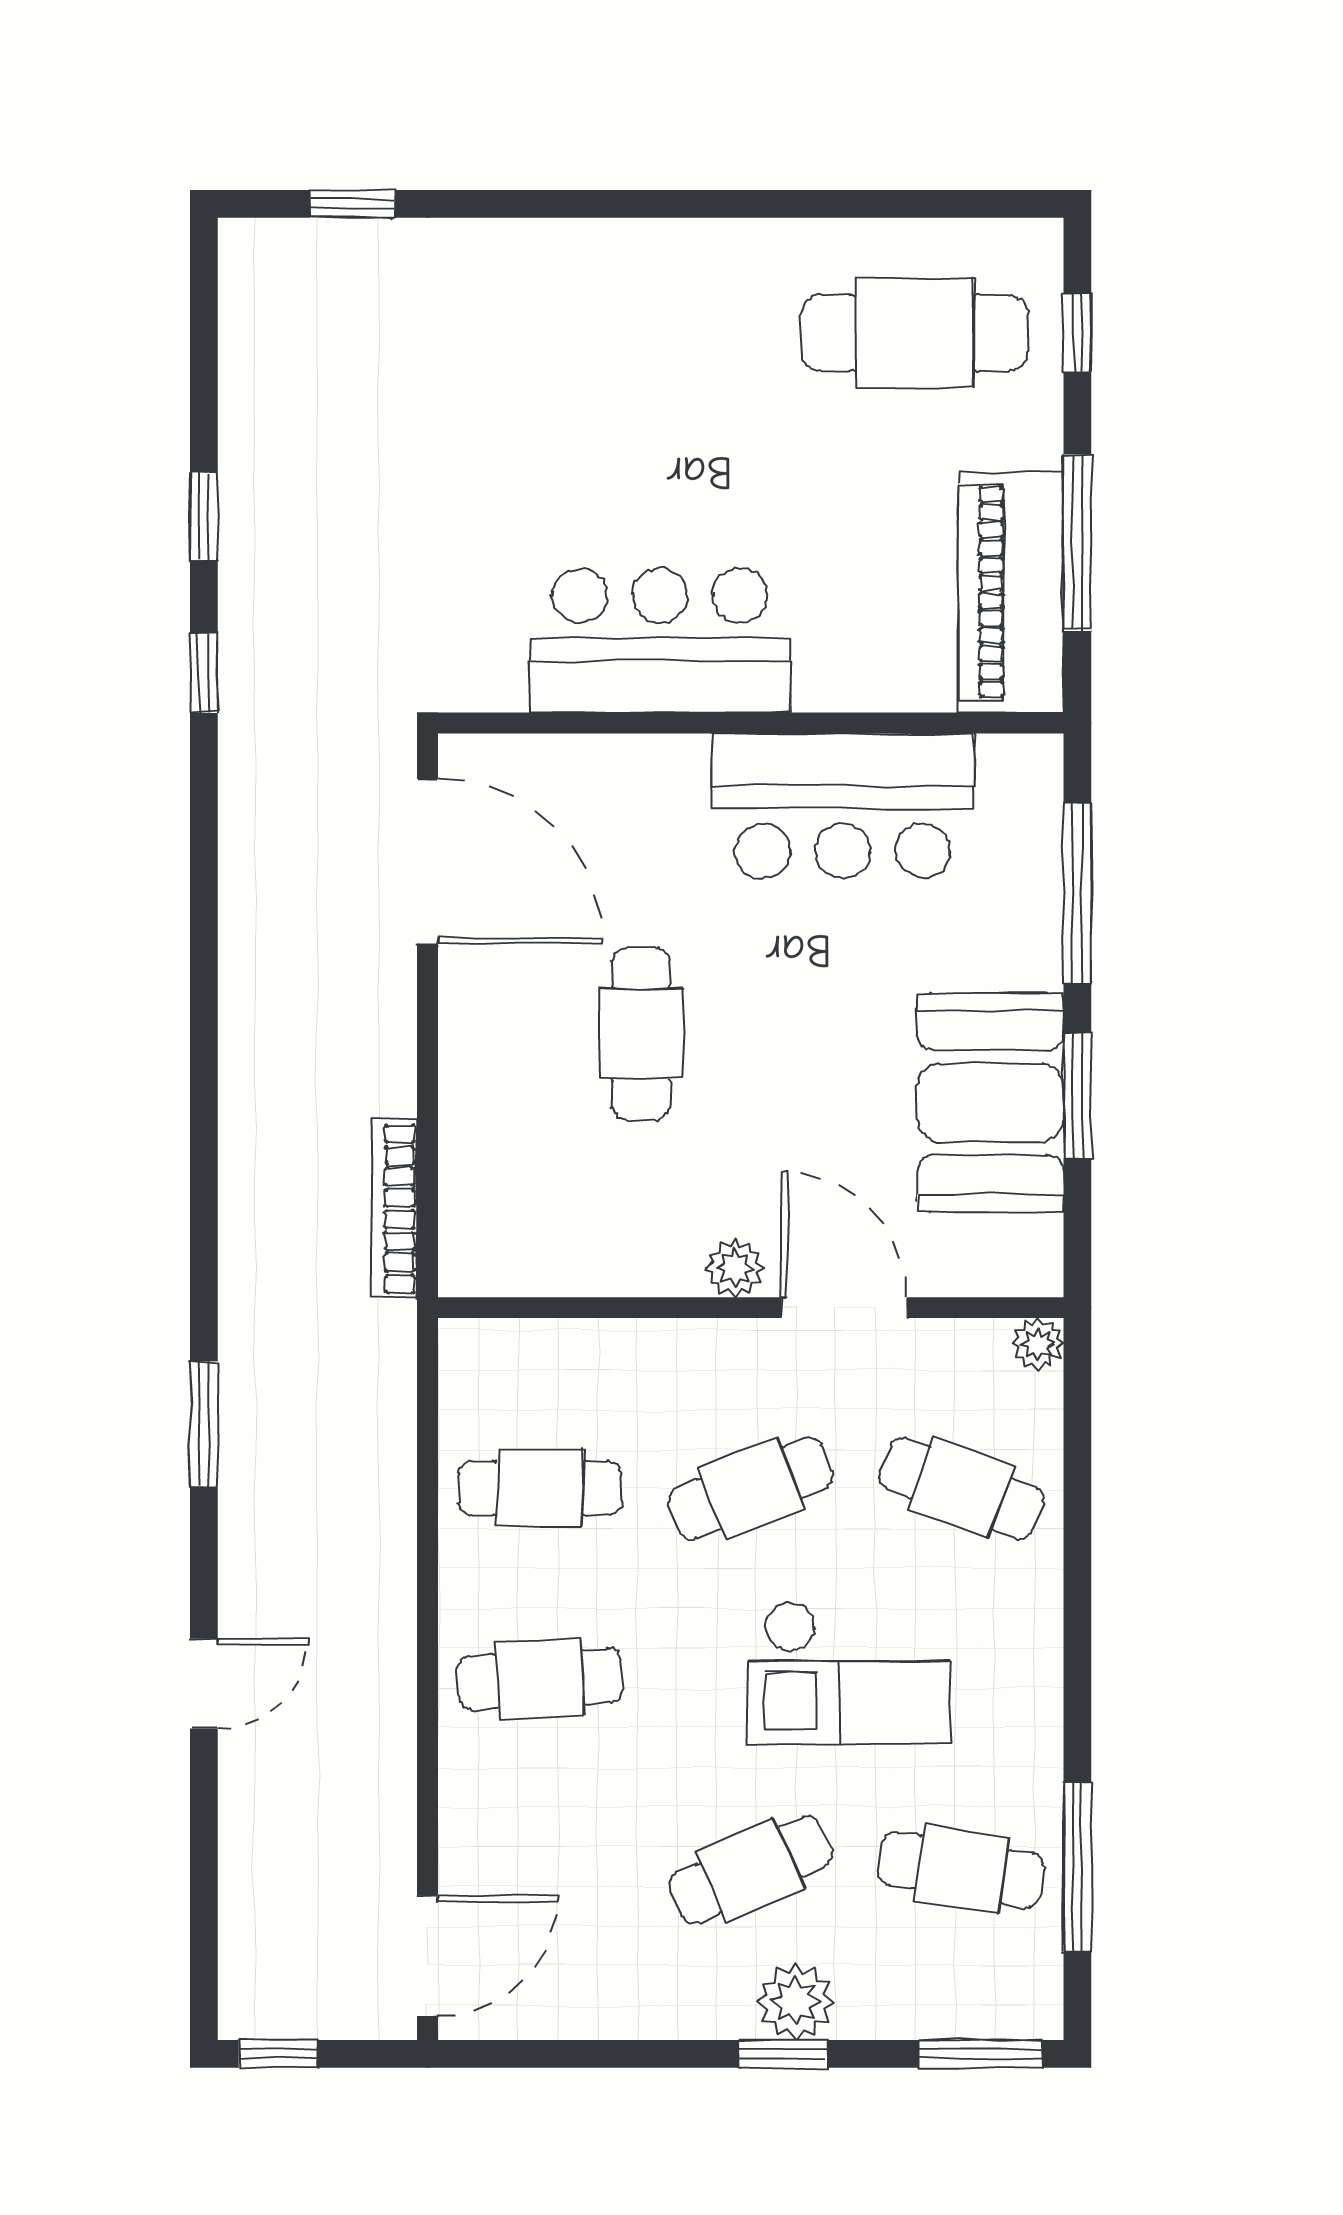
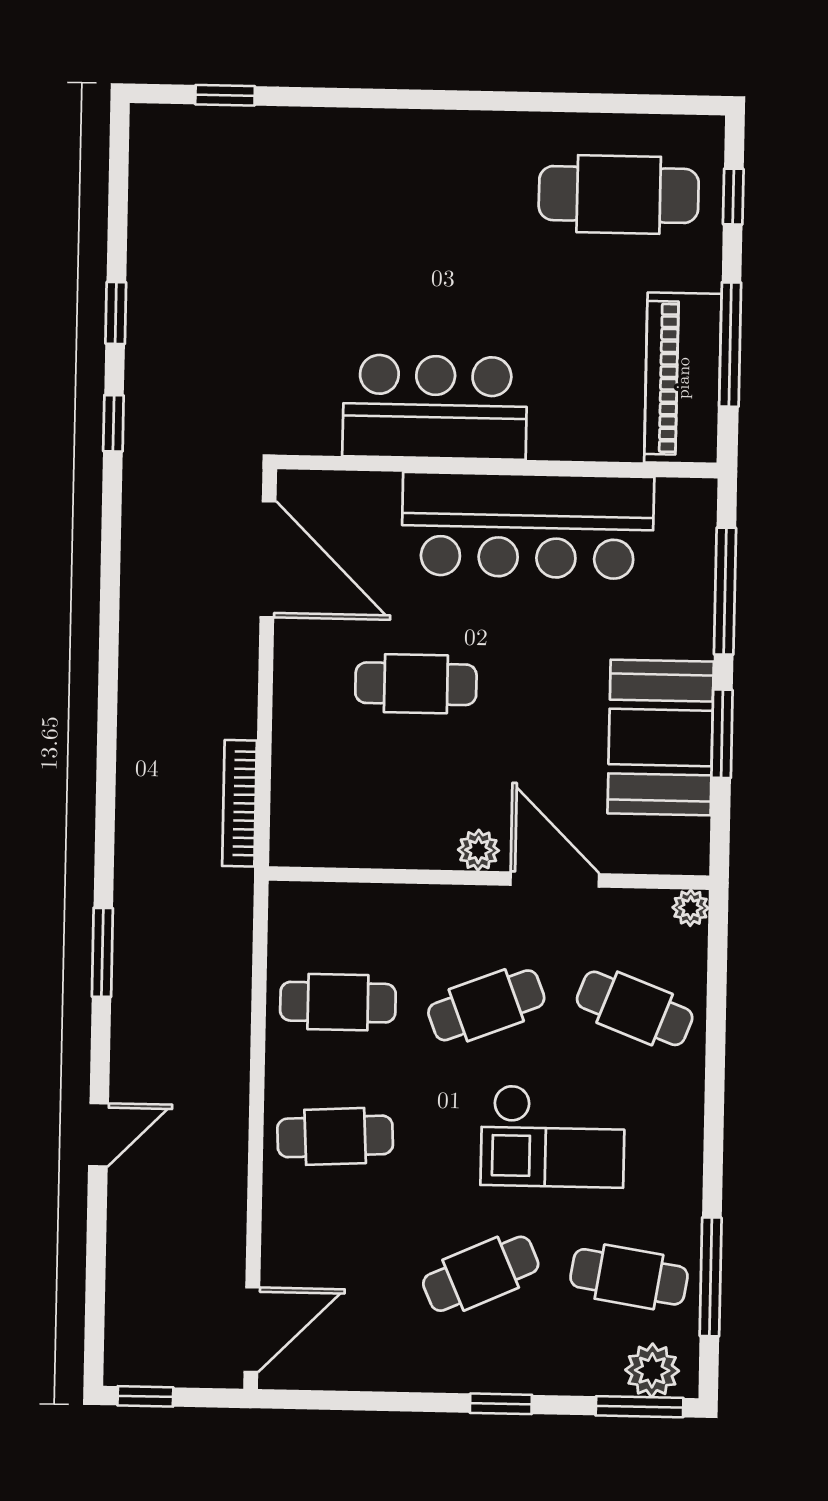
bar counter: (843, 806) -> (528, 526), width x1.36
cafe table: (641, 1034) -> (416, 684), turned 90
plant: (796, 2002) -> (652, 1370), moved

